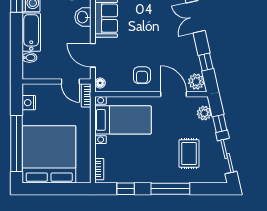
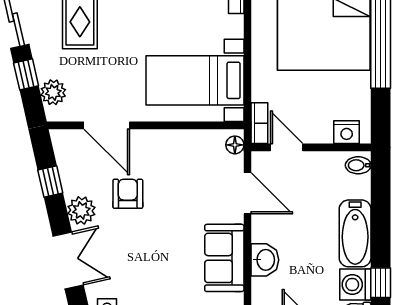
bidet: (29, 58) -> (358, 165), moved
armchair: (142, 75) -> (128, 194), moved
plant: (196, 82) -> (81, 210), moved
nightstand: (29, 103) -> (347, 132), moved, turned 90

